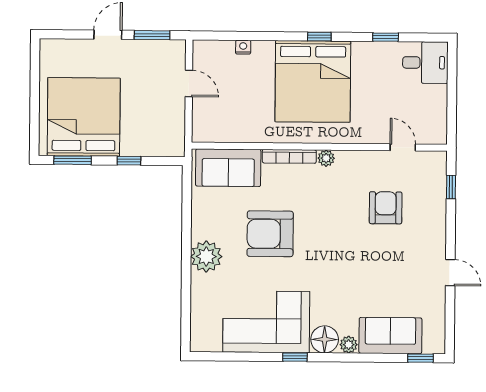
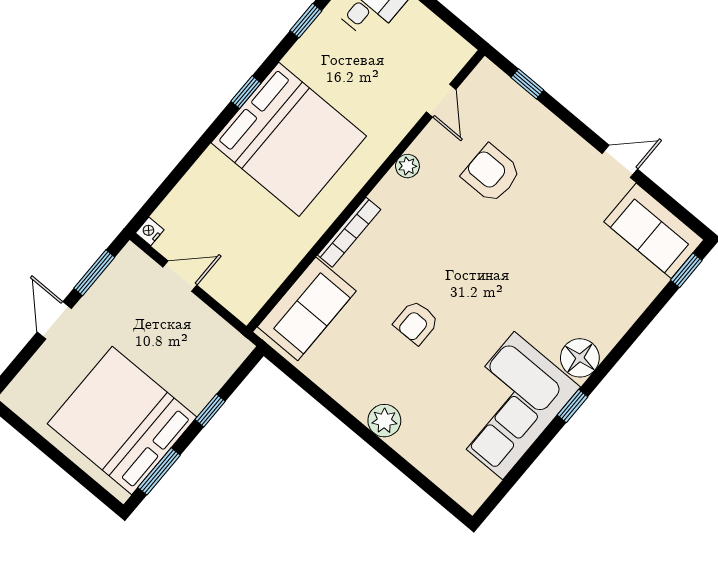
nightstand: (243, 47) -> (150, 231), moved
door: (403, 147) -> (441, 101), swing flipped
plant: (326, 158) -> (407, 166), moved
armchair: (270, 234) -> (416, 322), width x0.53, depth x0.53
plant: (206, 256) -> (384, 421), width x0.73, depth x0.73
sofa: (390, 336) -> (654, 231), moved, turned -90
plant: (349, 345) -> (607, 336), removed

